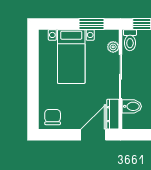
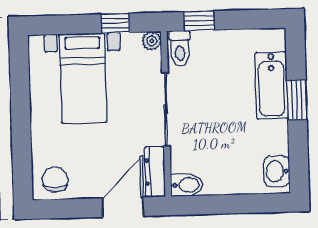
window: (92, 24) -> (115, 23), width x0.67
plant: (113, 47) -> (152, 41), moved
bidet: (132, 106) -> (187, 185), moved

